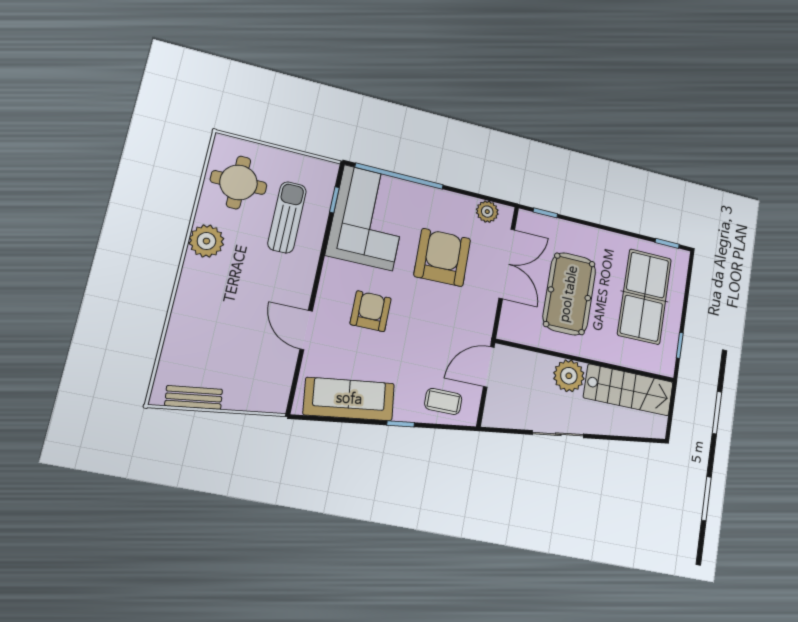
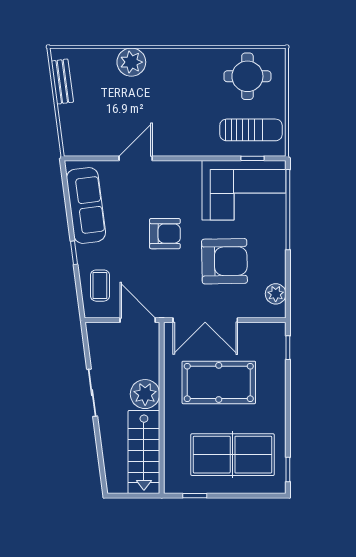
sun lounger: (287, 217) -> (251, 130), moved
plant: (206, 241) -> (131, 62), moved
double door: (507, 264) -> (205, 320), moved
armchair: (371, 311) -> (165, 234), moved

